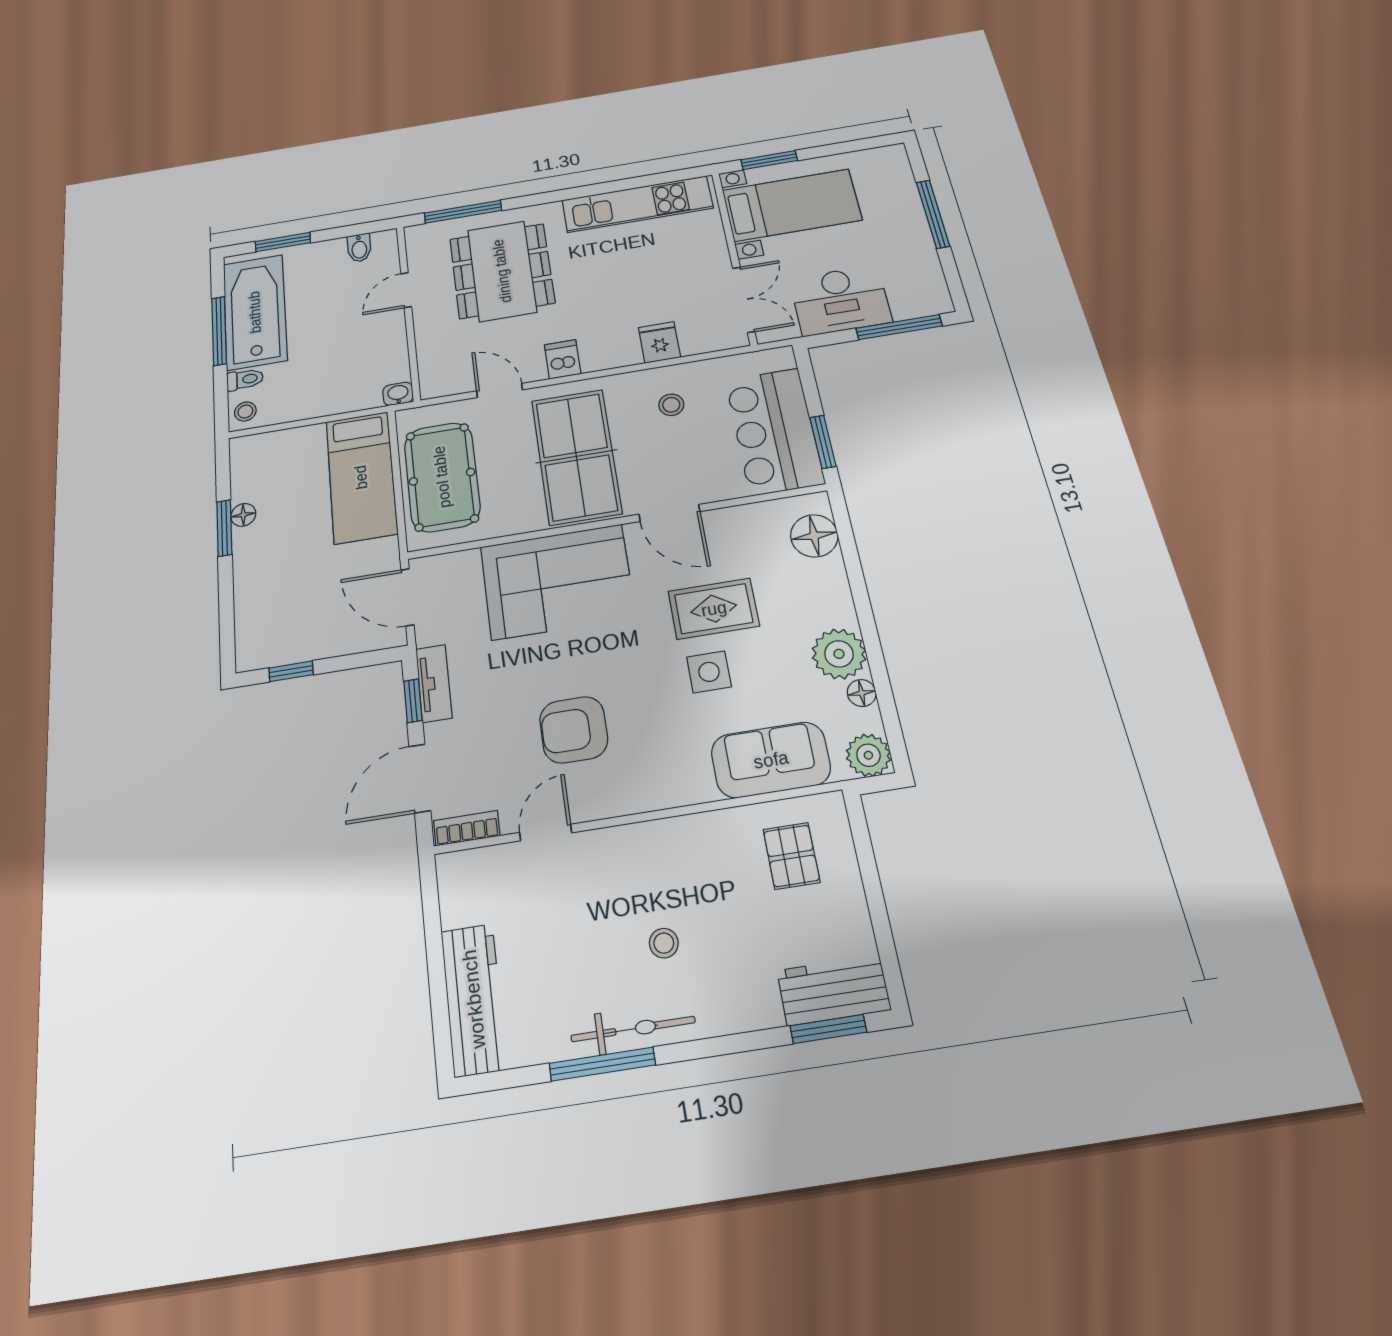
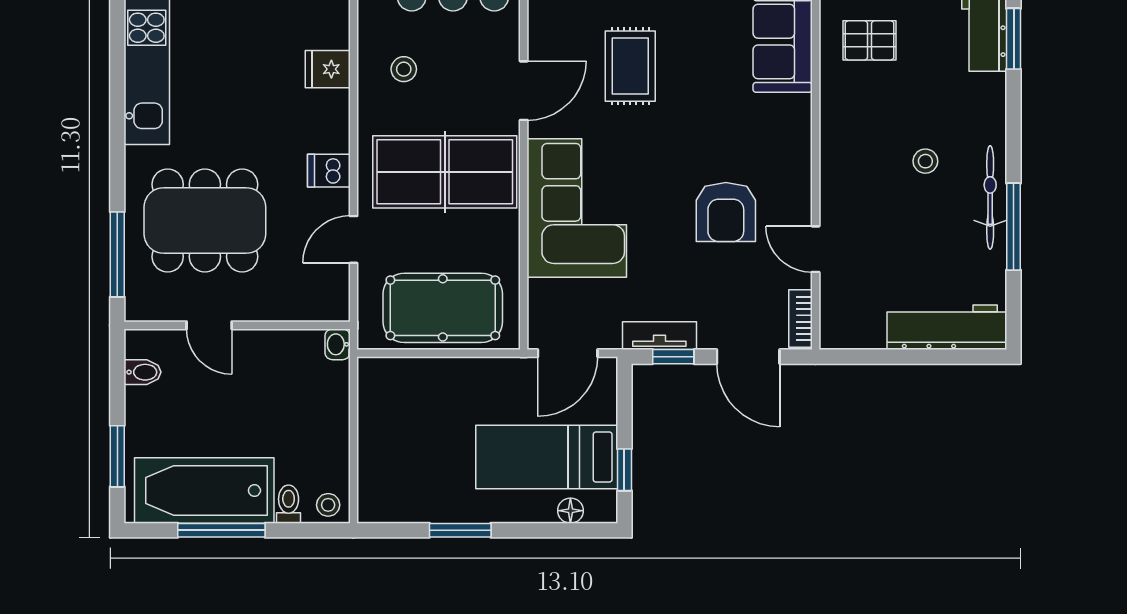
bed: (361, 477) -> (547, 457), moved, turned 180
floor lamp: (243, 515) -> (570, 511), moved
side table: (709, 672) -> (692, 81), removed

